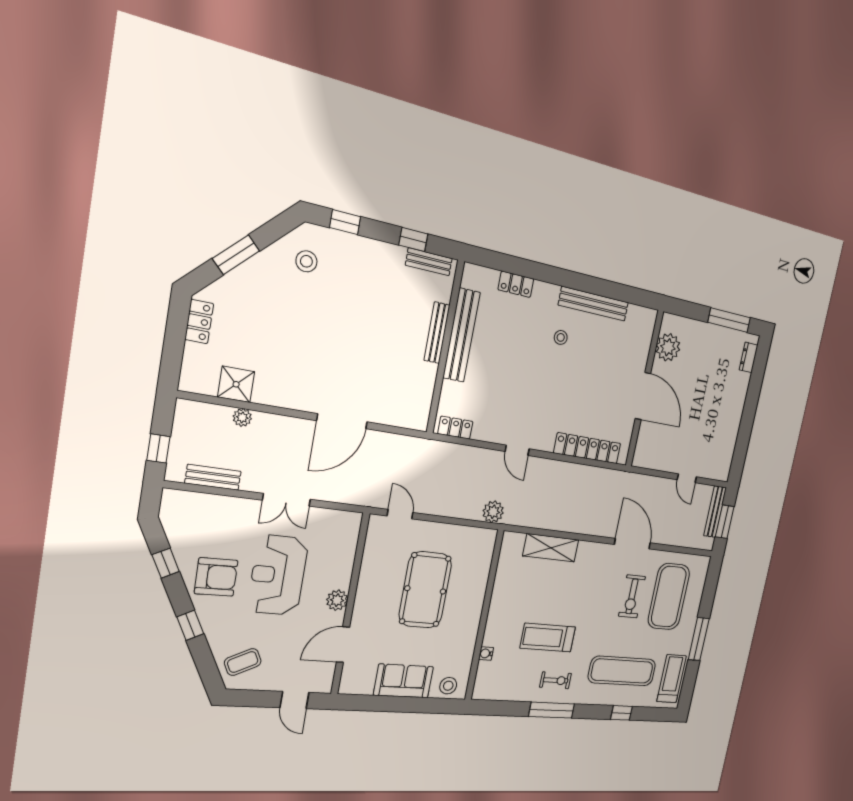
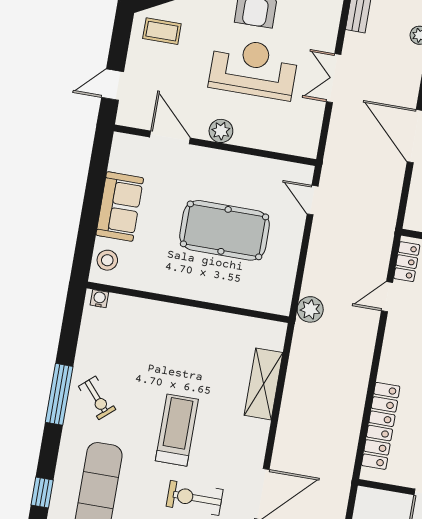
door: (517, 450) -> (387, 297), moved
door: (400, 514) -> (313, 200), swing flipped
treadmill: (548, 638) -> (177, 430), moved
water cooler: (486, 654) -> (99, 299), moved
coffee table: (243, 662) -> (162, 31), turned -63
exercise bike: (556, 680) -> (97, 398), turned -41

